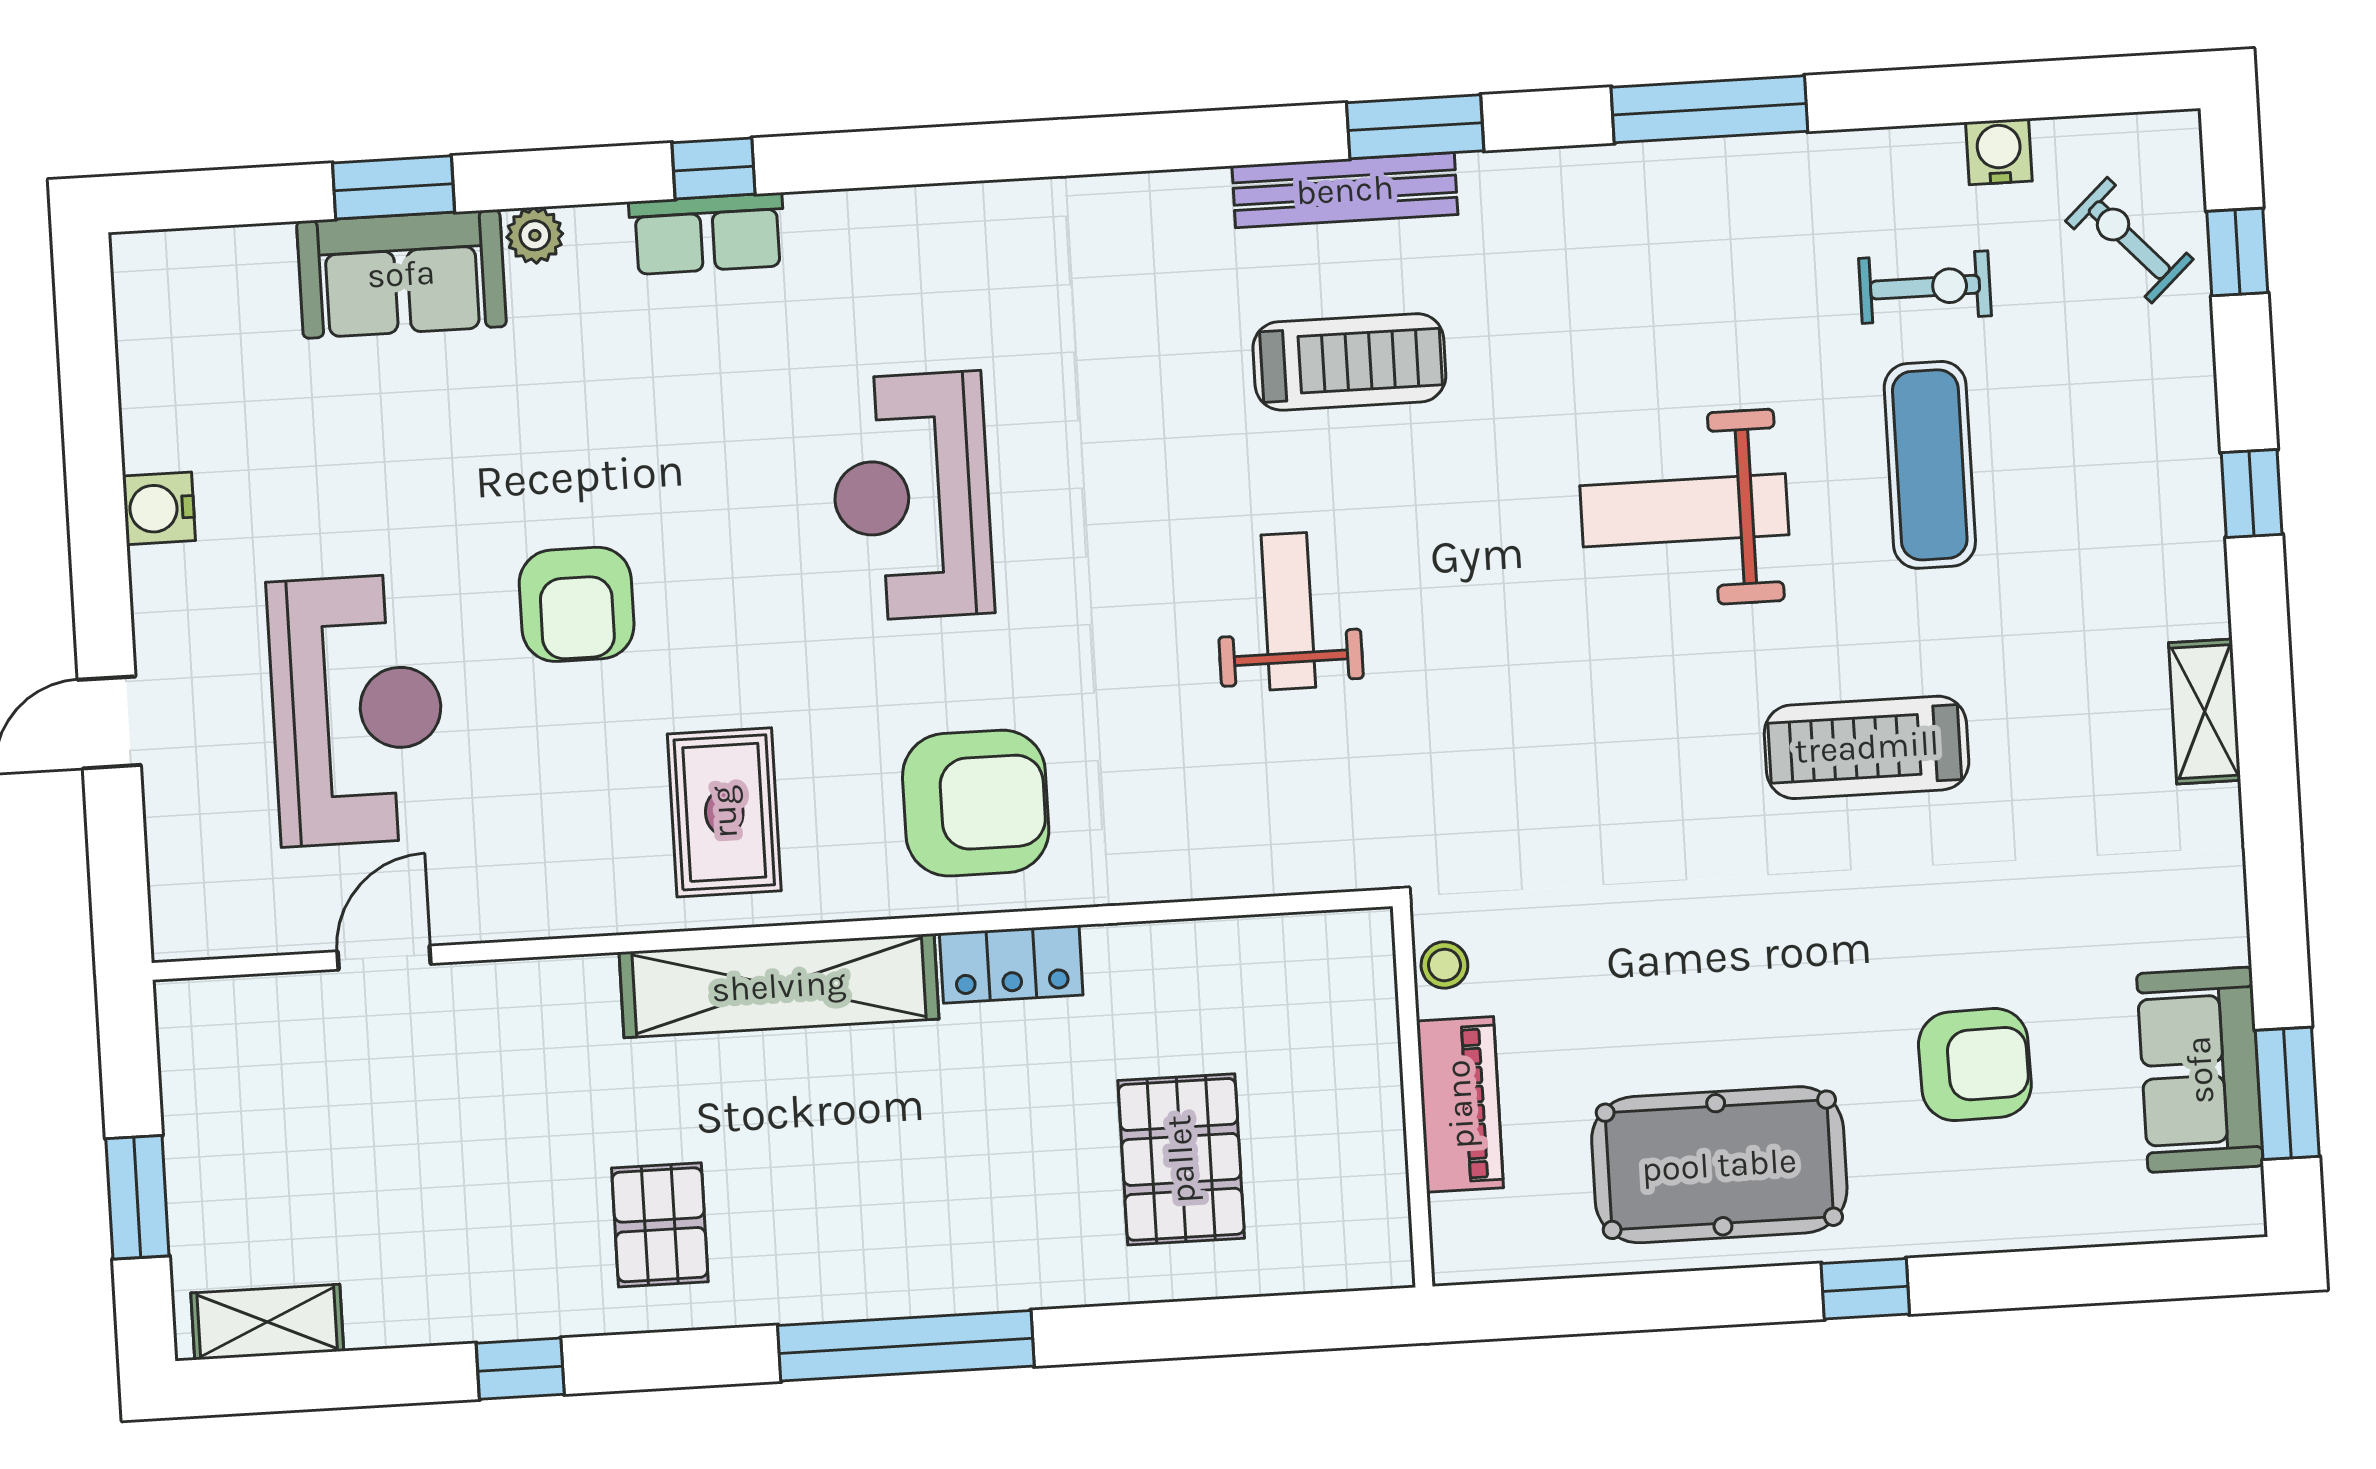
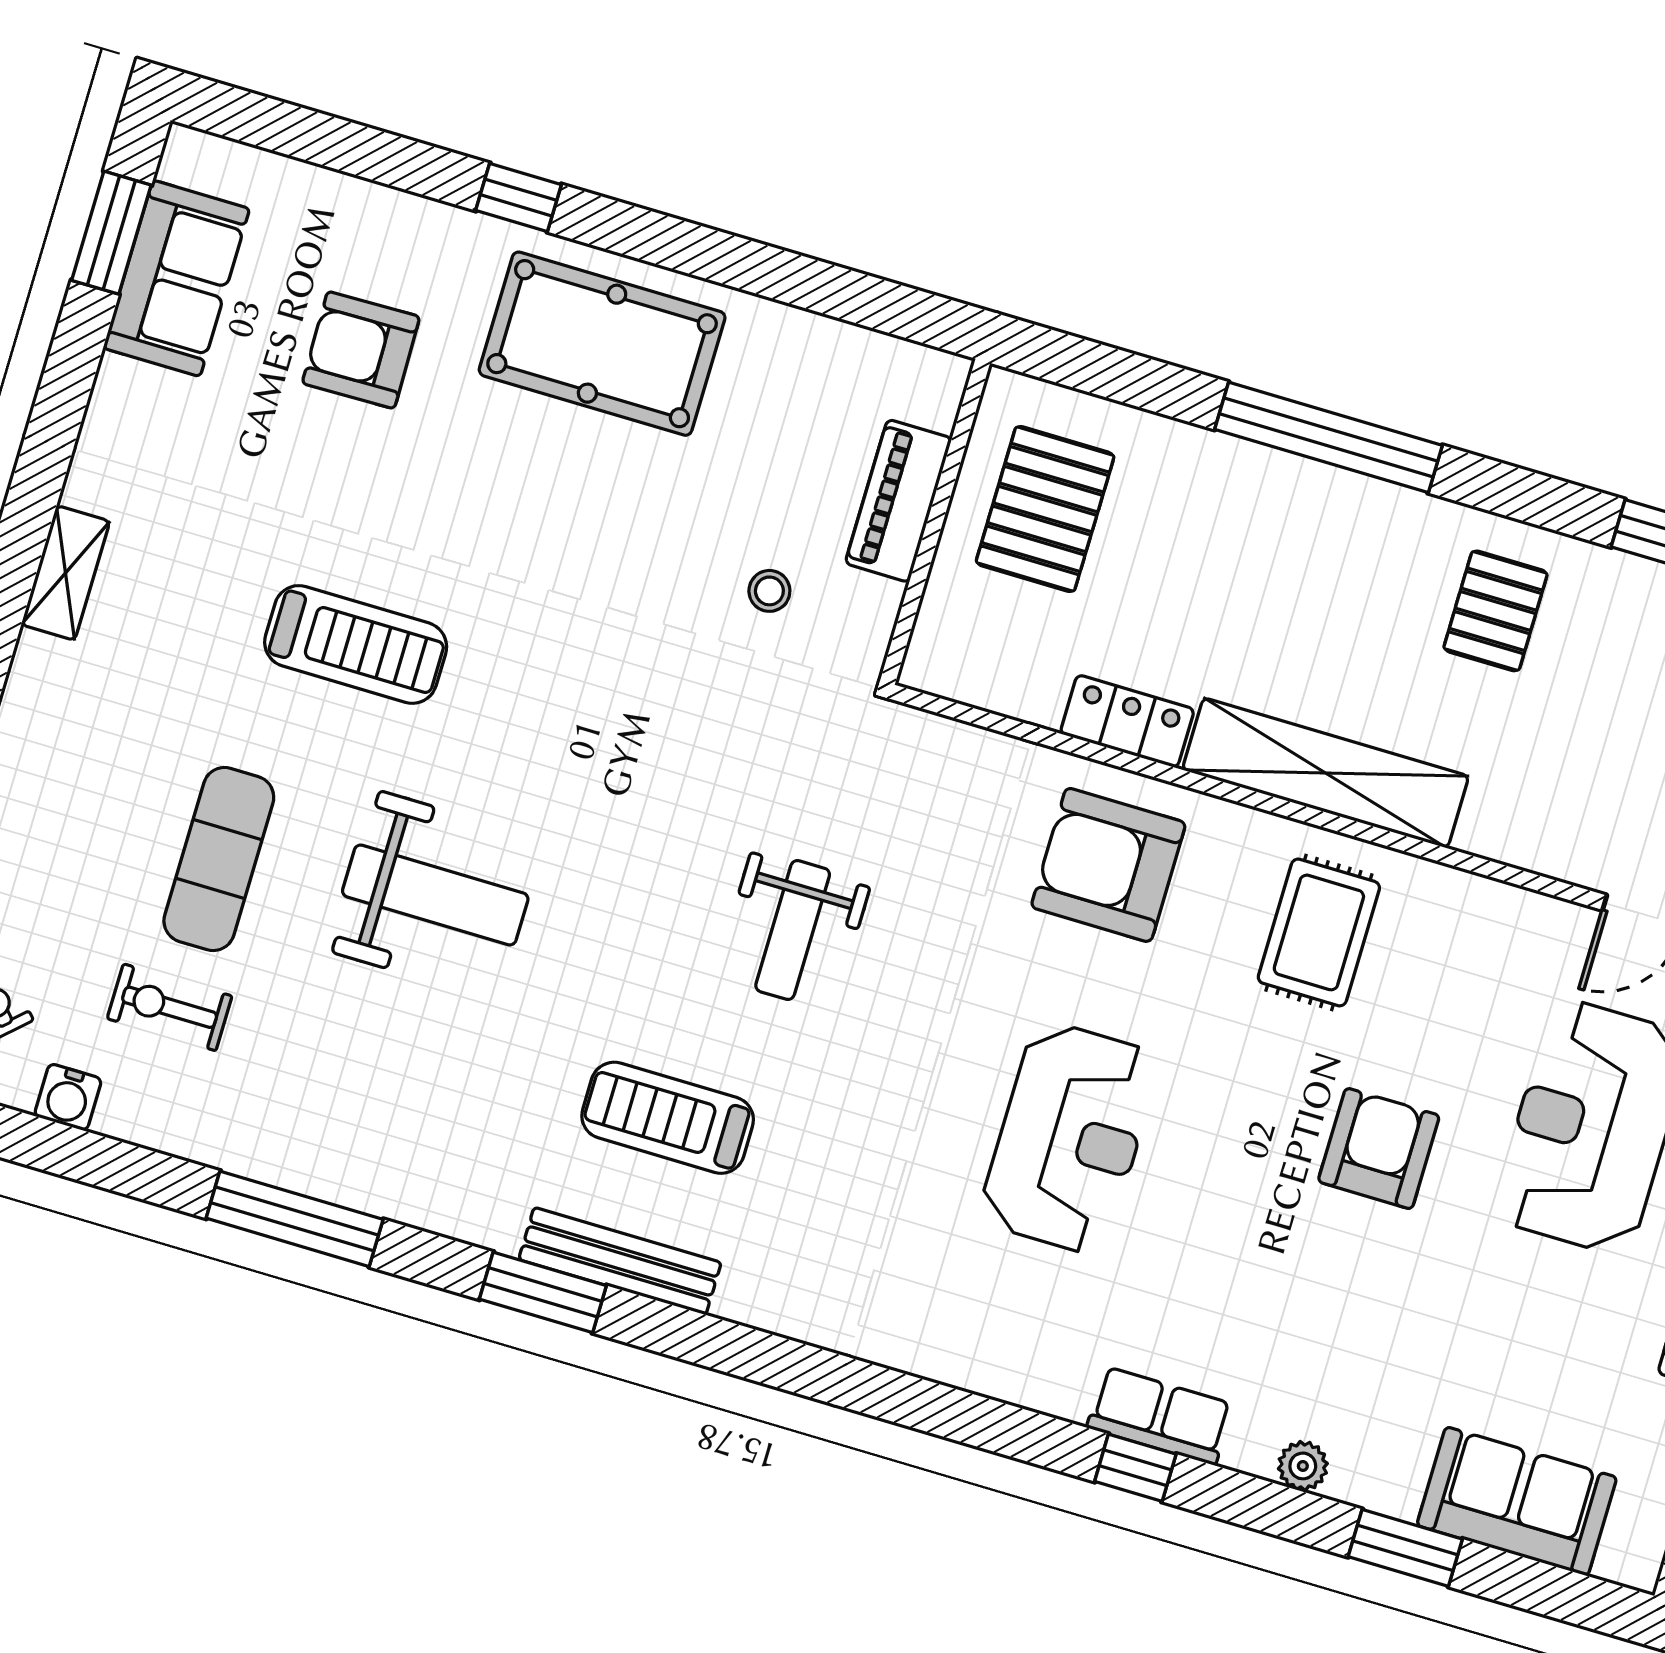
sofa: (401, 274) -> (1517, 1501), moved
wall: (1413, 1096) -> (935, 522), moved
piano: (1460, 1104) -> (898, 501), moved

